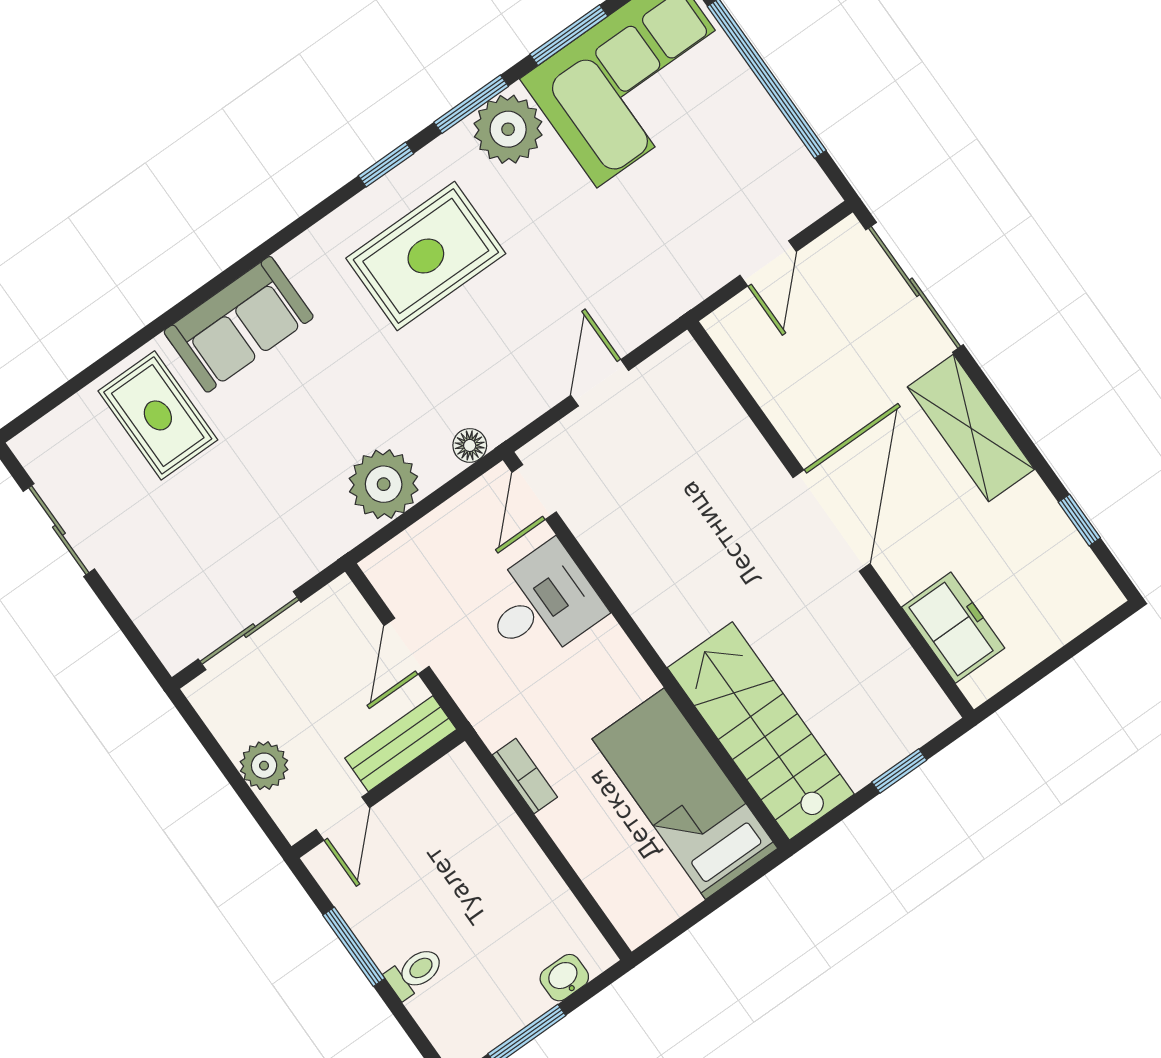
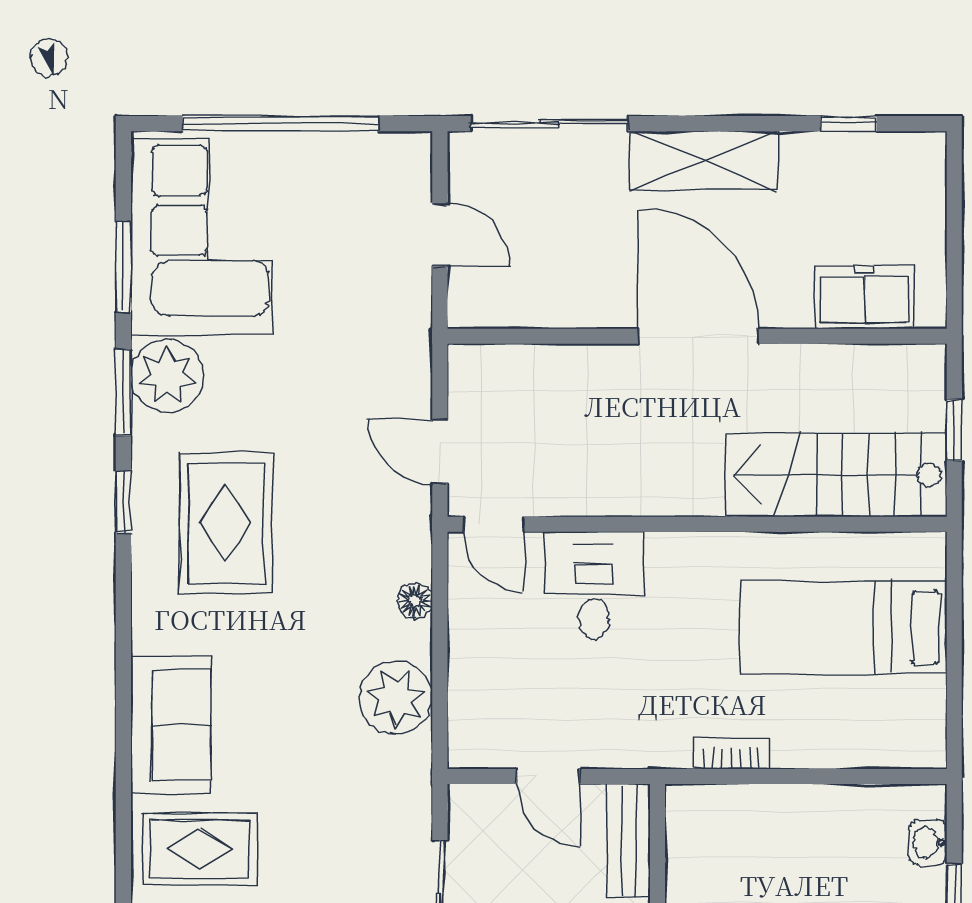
door: (534, 492) -> (494, 524), moved
desk: (542, 604) -> (594, 585), moved
wall: (646, 650) -> (697, 524), moved
stairs: (761, 731) -> (836, 475), moved

